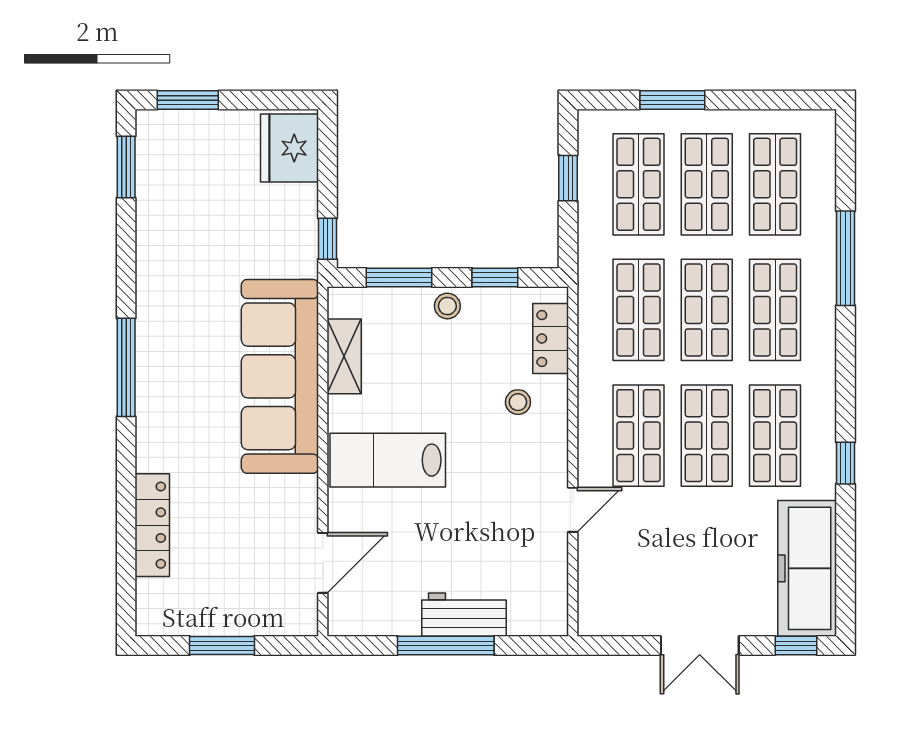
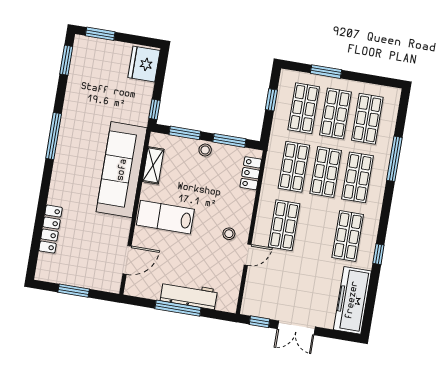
window: (495, 278) -> (229, 140), width x1.50
window: (126, 367) -> (54, 136), moved
stool: (518, 402) -> (229, 234), moved
shop shelf: (707, 436) -> (316, 231), removed
workbench: (464, 615) -> (189, 295), width x1.38
window: (796, 646) -> (260, 322), moved

